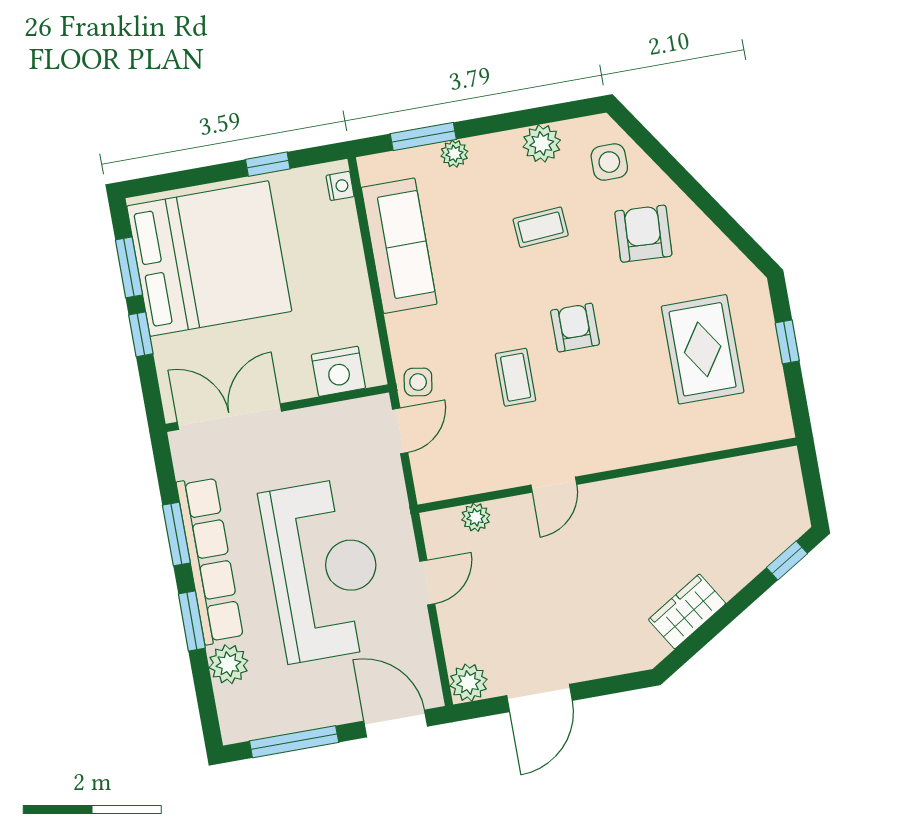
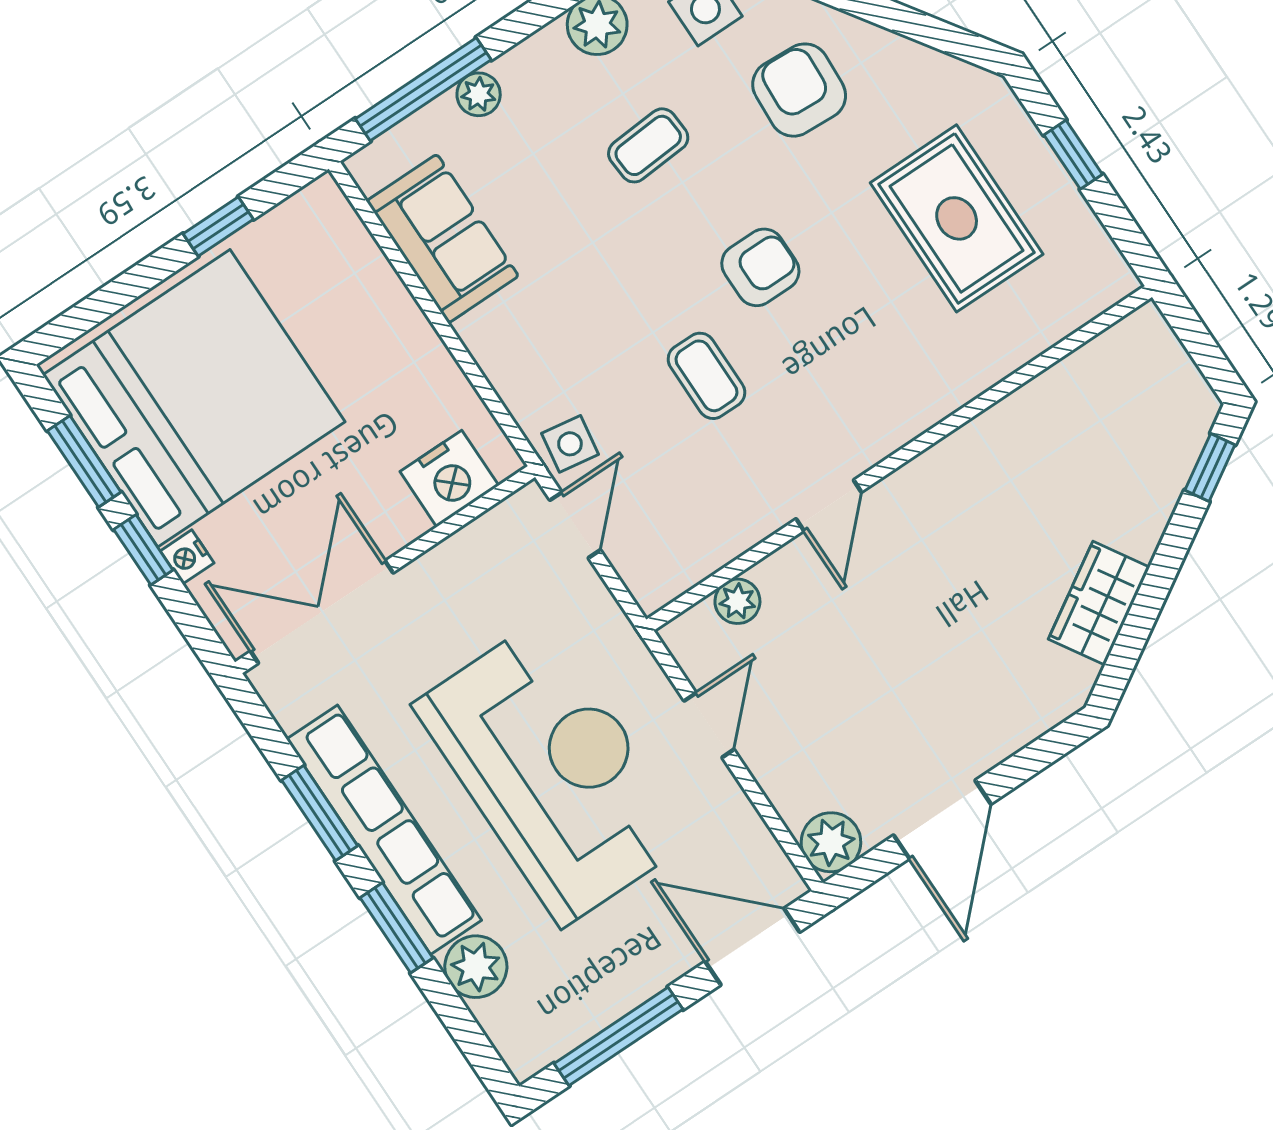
window: (423, 136) -> (423, 89), width x1.44
nightstand: (340, 186) -> (187, 557), moved, turned 180
sofa: (399, 246) -> (442, 239), width x0.73
armchair: (575, 328) -> (760, 267), turned 90

